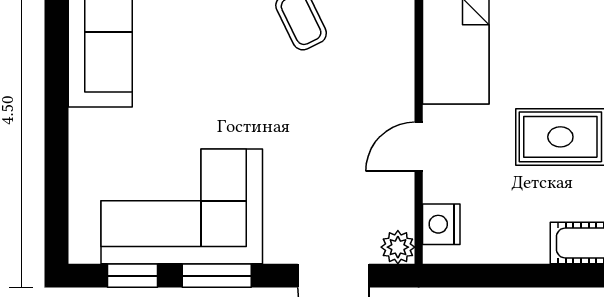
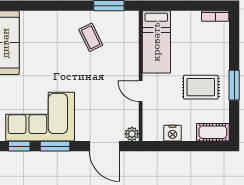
door: (419, 147) -> (141, 91), hinge flipped
nightstand: (441, 224) -> (172, 133), moved, turned -90

